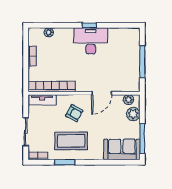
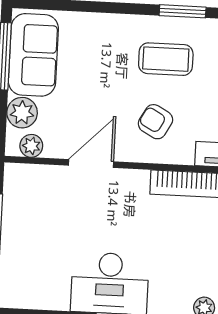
coffee table: (71, 141) -> (166, 59), width x0.73, depth x0.76
sofa: (122, 149) -> (33, 55), moved, turned -90

